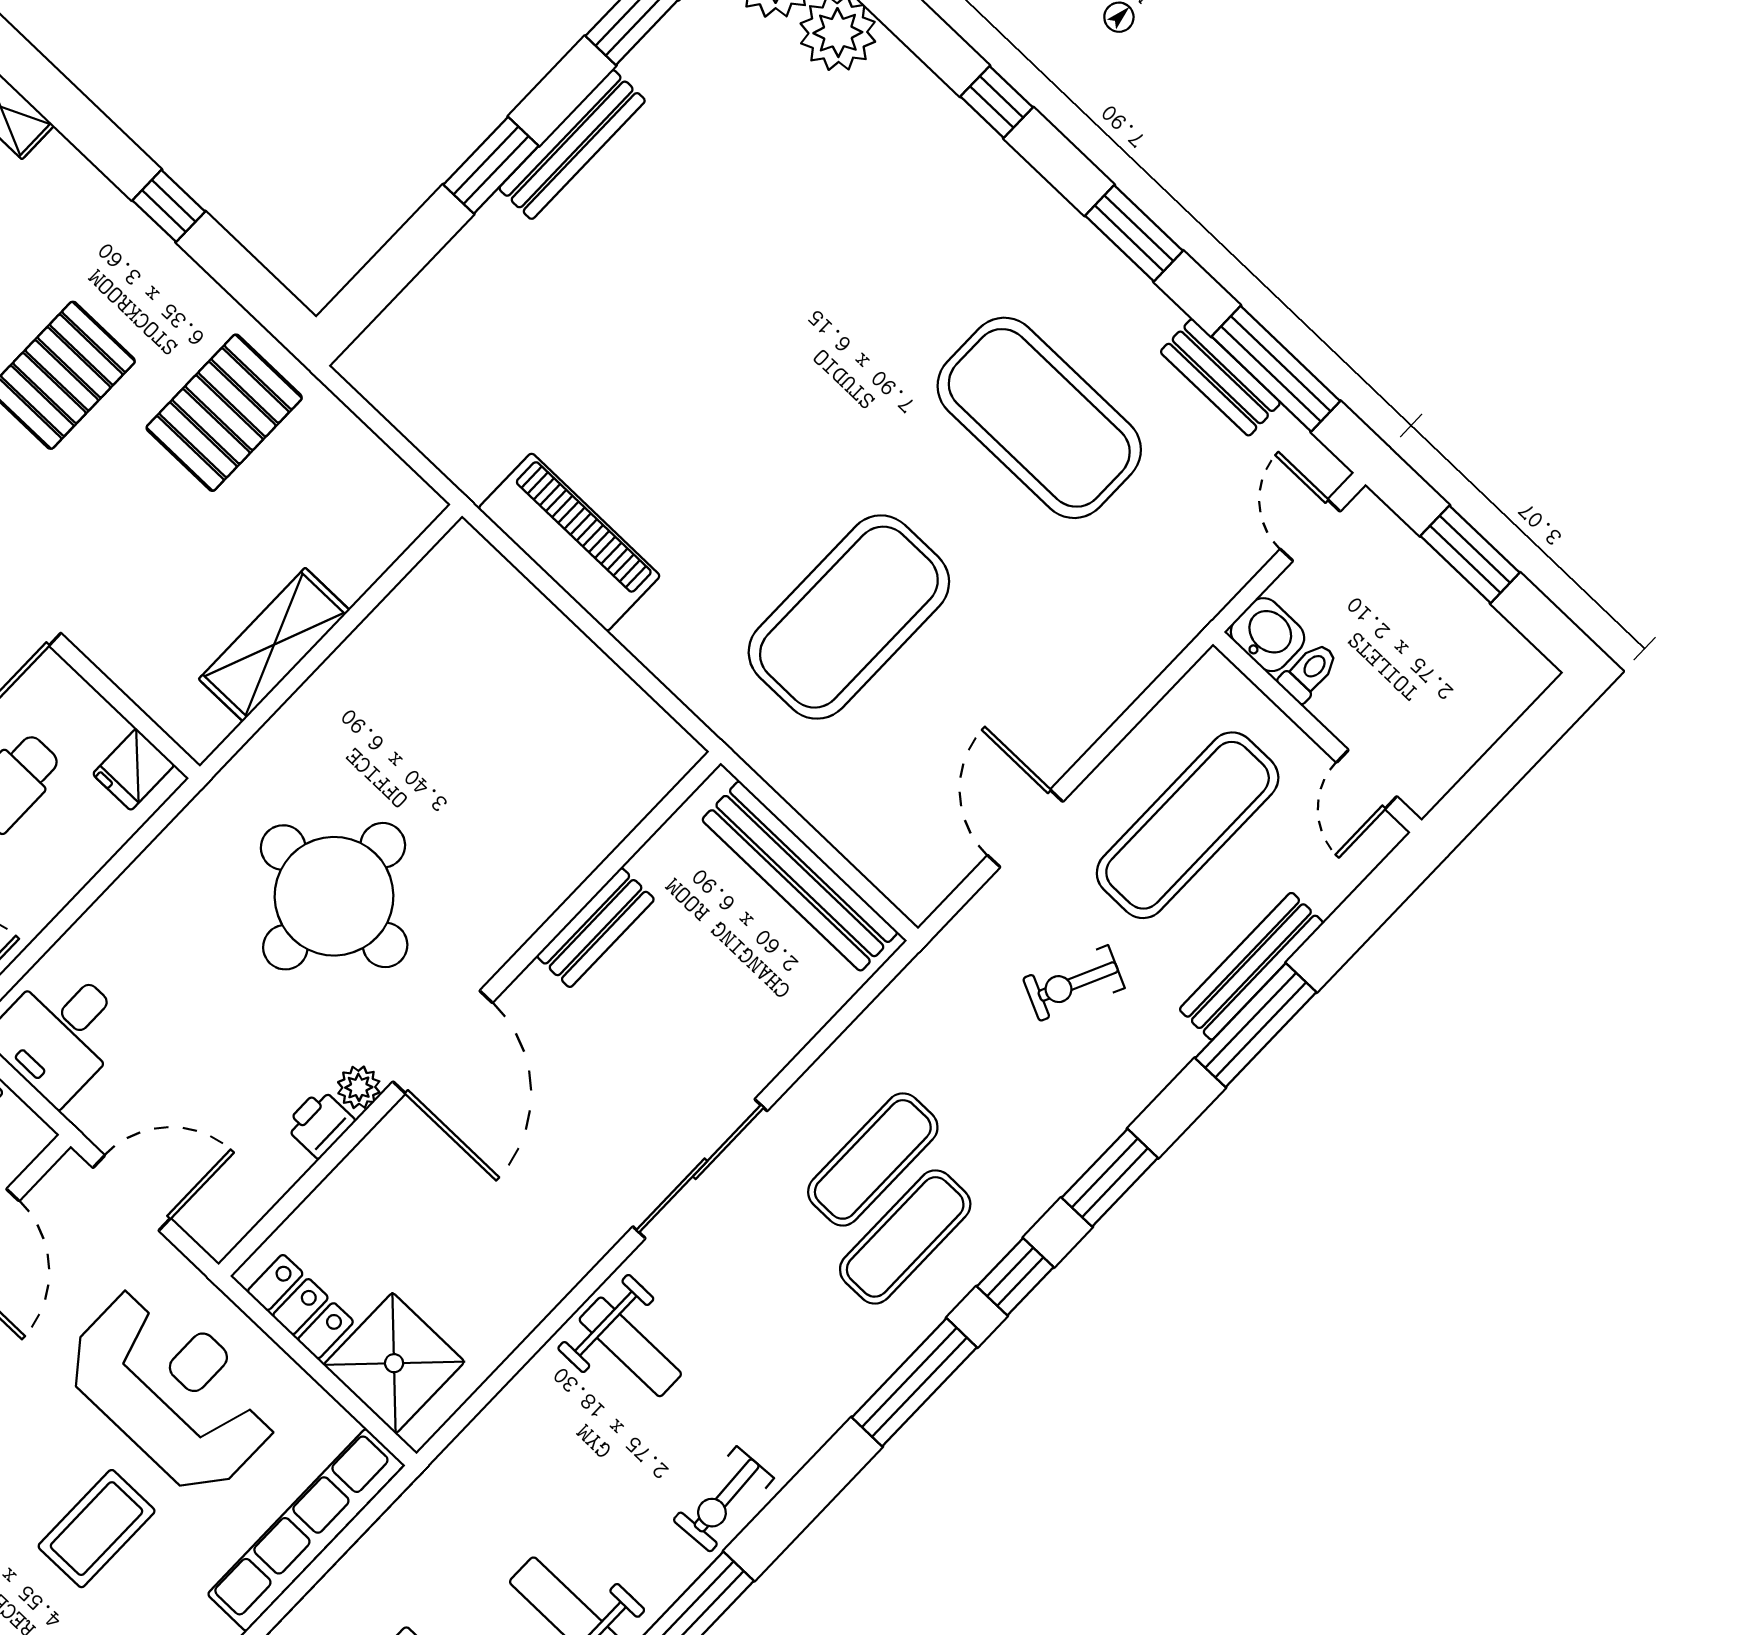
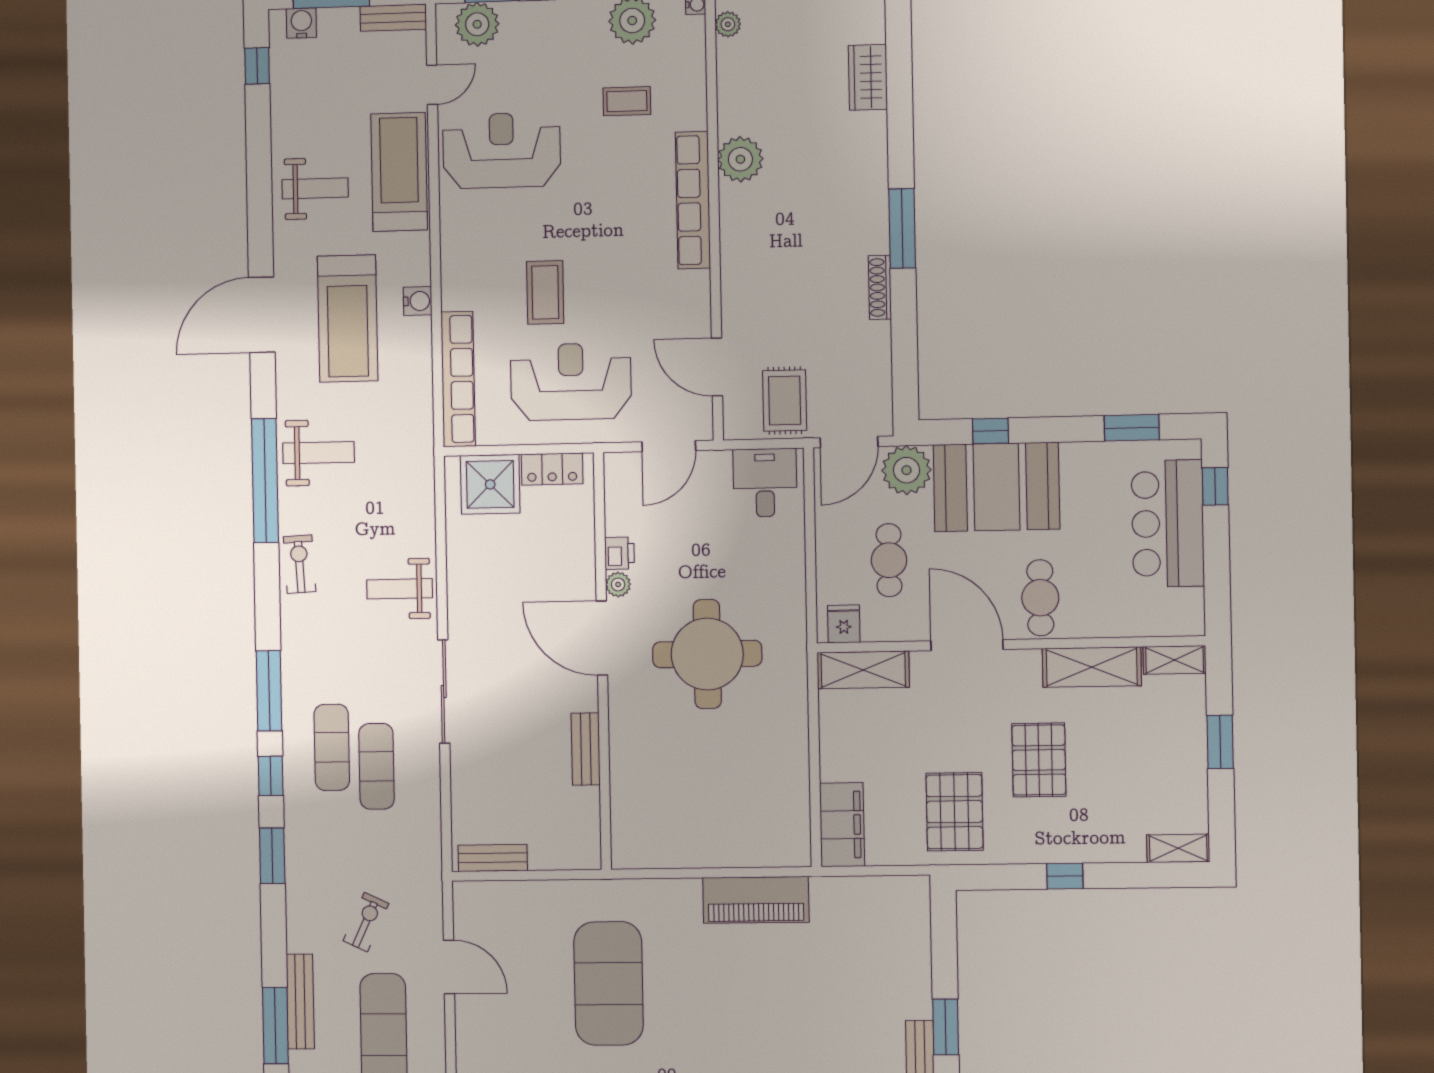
filing cabinet: (375, 530) -> (842, 825), added
shelving: (274, 645) -> (863, 670), moved, turned 90
bench: (800, 876) -> (493, 858), width x0.54, depth x0.82
window: (1256, 1025) -> (275, 1025), moved
reception desk: (173, 1389) -> (571, 382), turned 180

